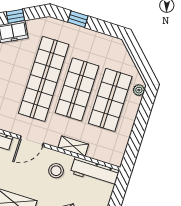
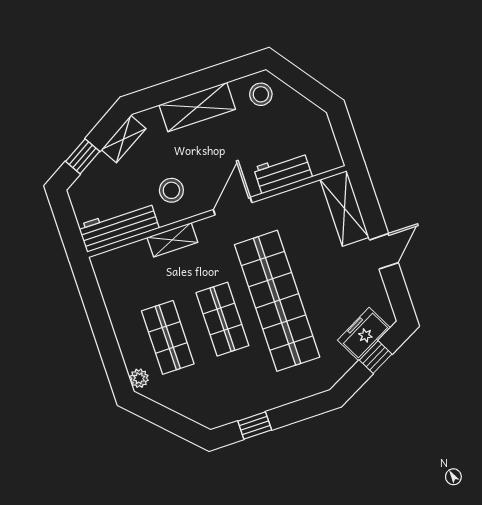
window: (78, 19) -> (255, 425), moved
shop shelf: (77, 89) -> (222, 319), width x0.70, depth x0.74
shop shelf: (110, 100) -> (168, 337), width x0.70, depth x0.74

